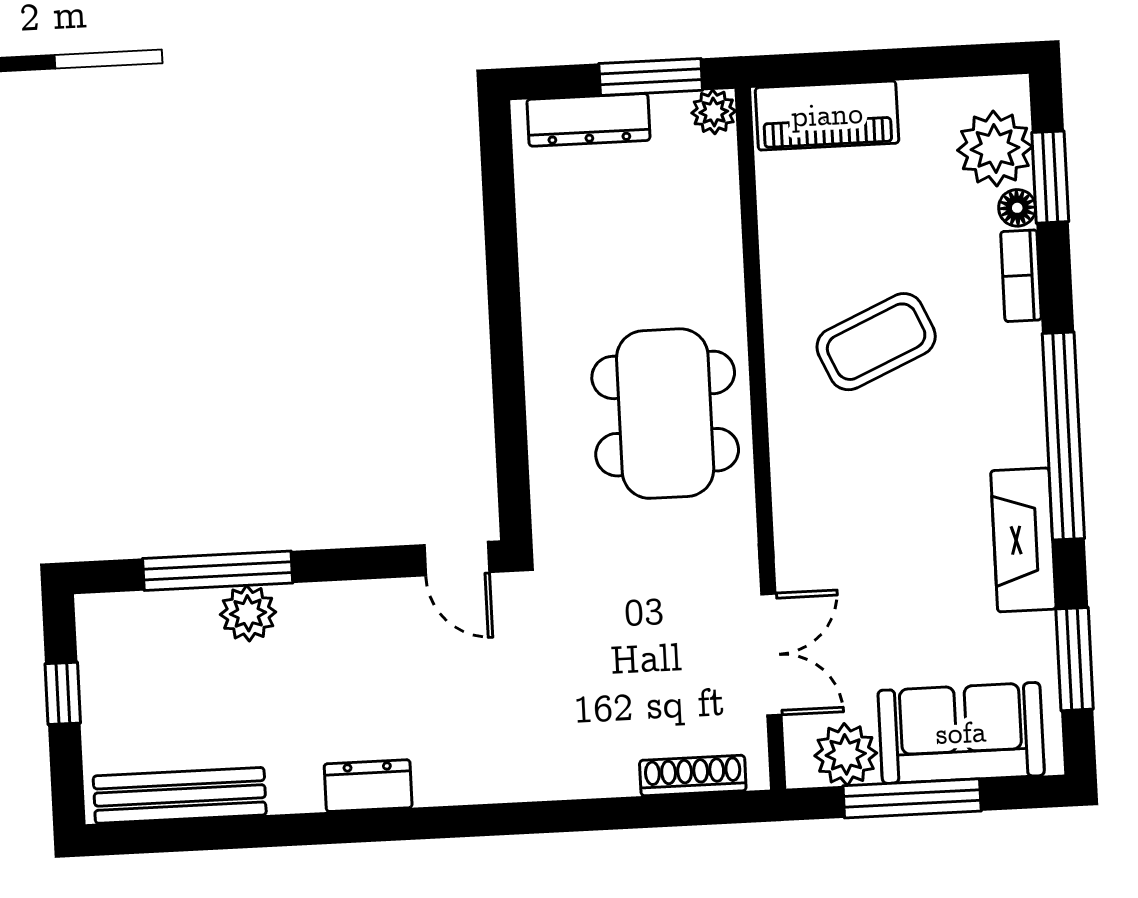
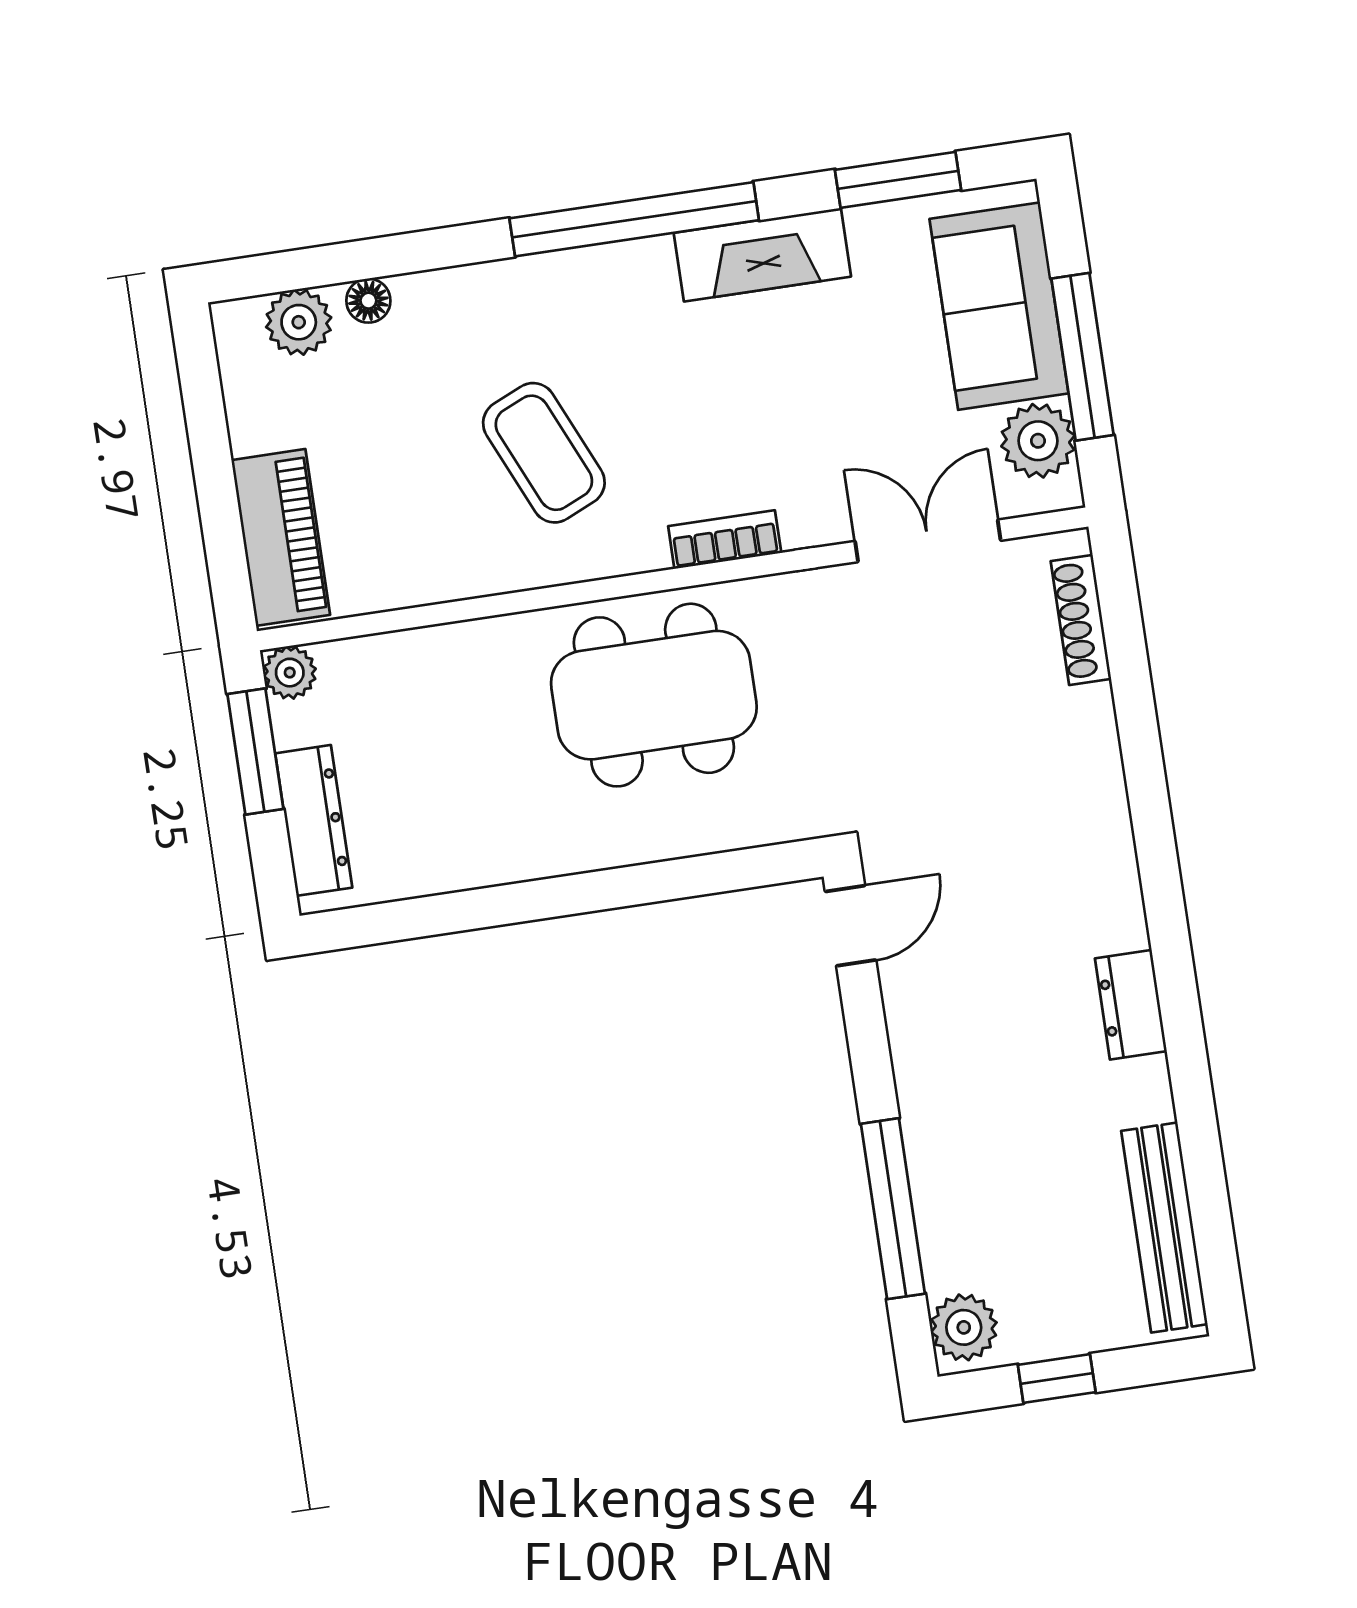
plant: (995, 148) -> (299, 322), width x0.73, depth x0.73
window: (1050, 177) -> (328, 265), removed
bookcase: (1021, 276) -> (725, 540), moved, turned 180
plant: (248, 613) -> (964, 1327), moved

